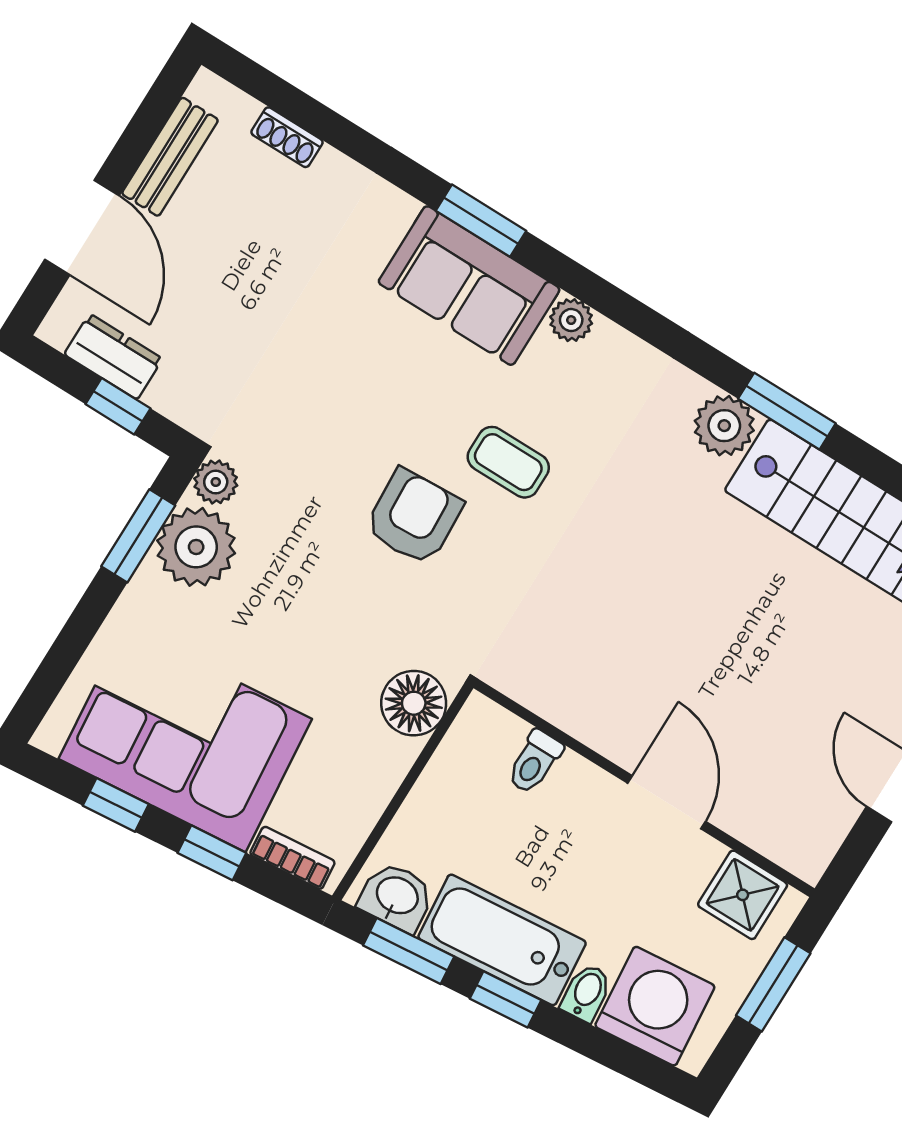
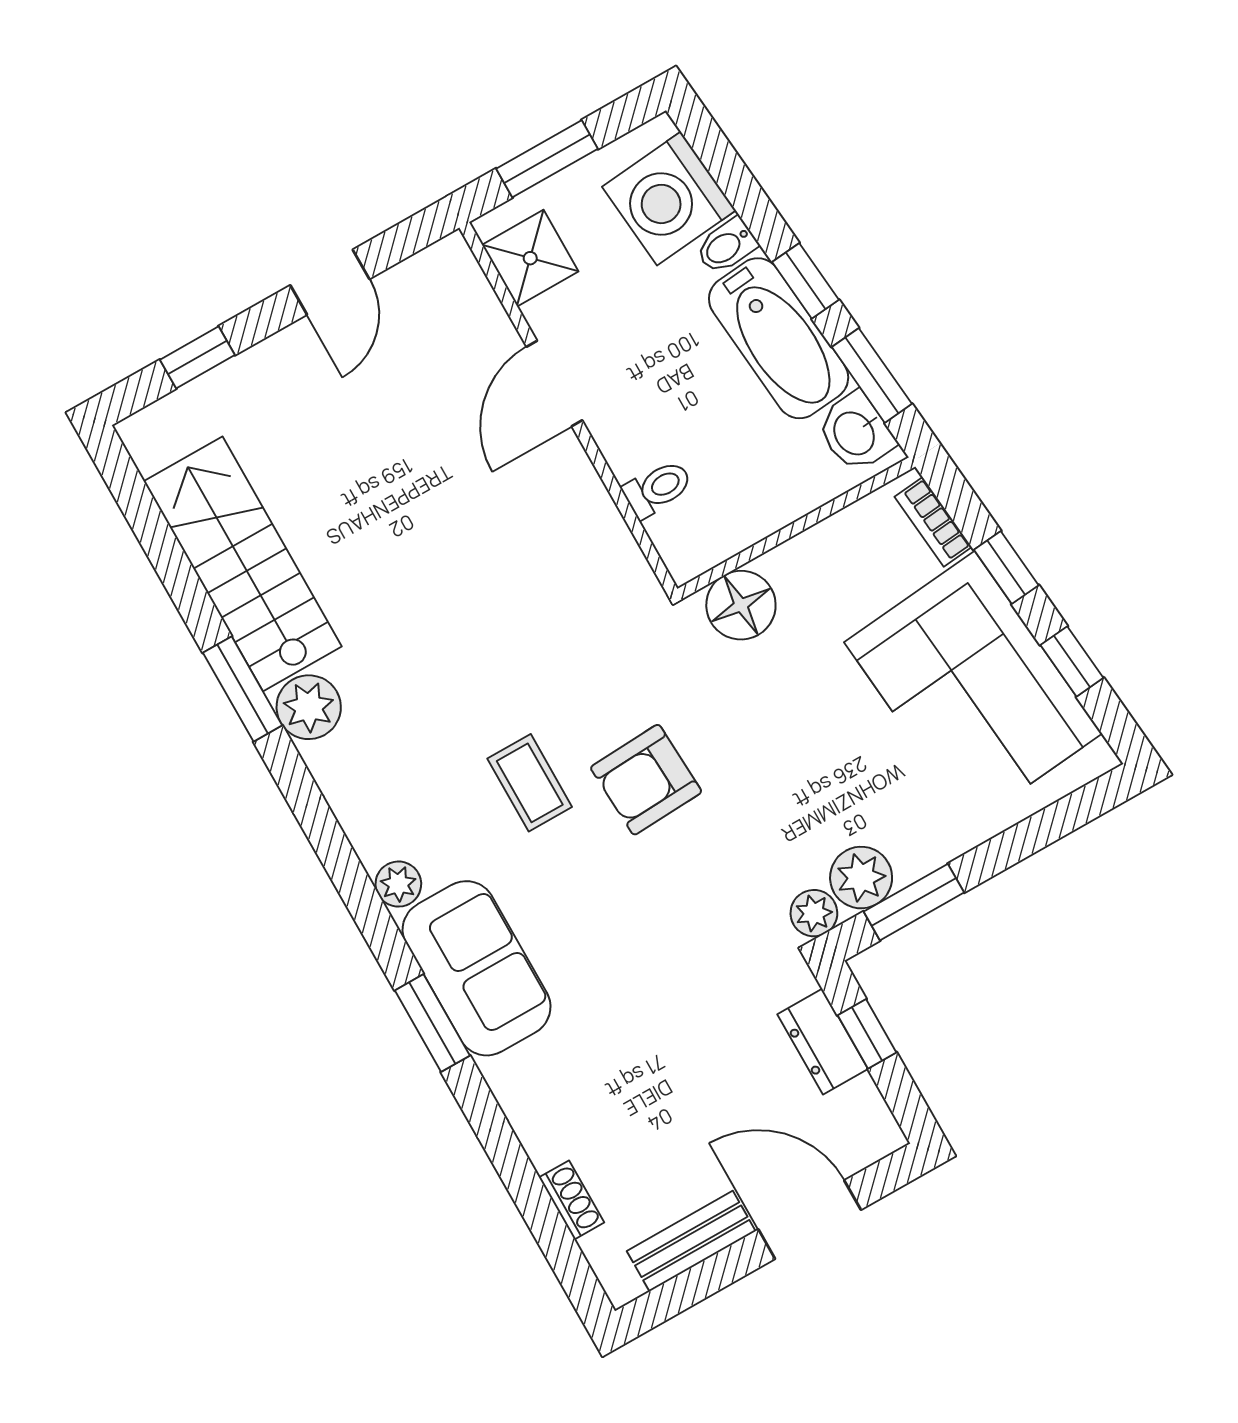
door: (82, 228) -> (810, 1220), hinge flipped
dresser: (113, 357) -> (823, 1042), moved
plant: (196, 547) -> (861, 878), width x0.73, depth x0.73

